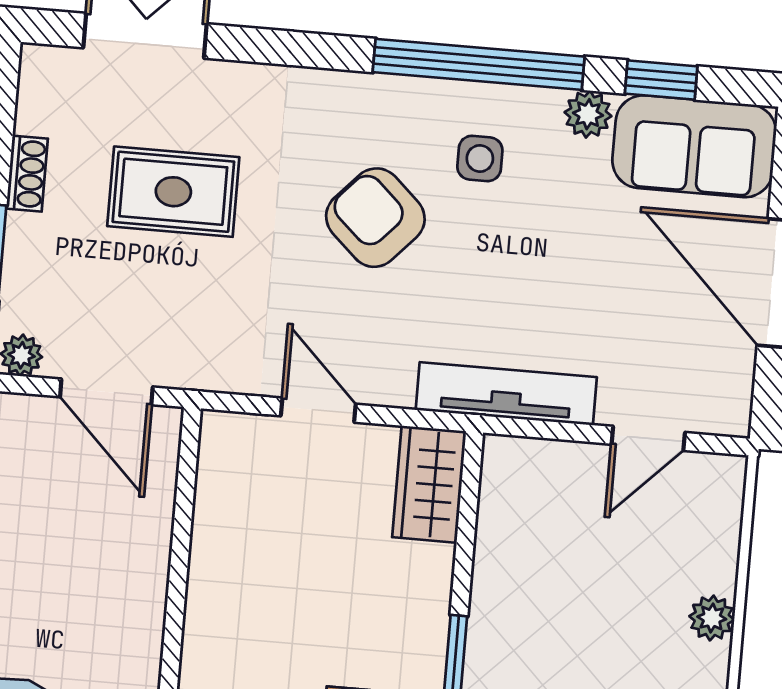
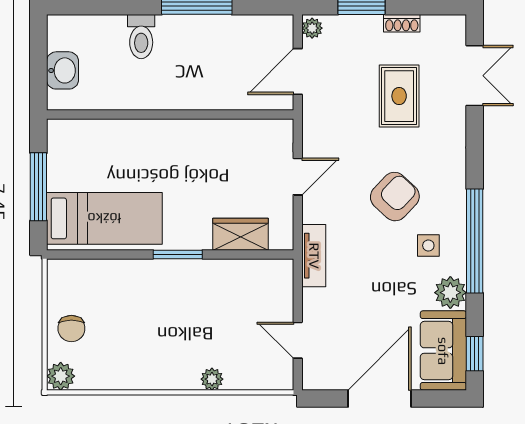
window: (661, 80) -> (475, 354), moved
plant: (588, 114) -> (450, 293), width x1.38, depth x1.38
tv unit: (506, 394) -> (314, 256), width x0.71
wardrobe: (429, 484) -> (240, 234), moved

